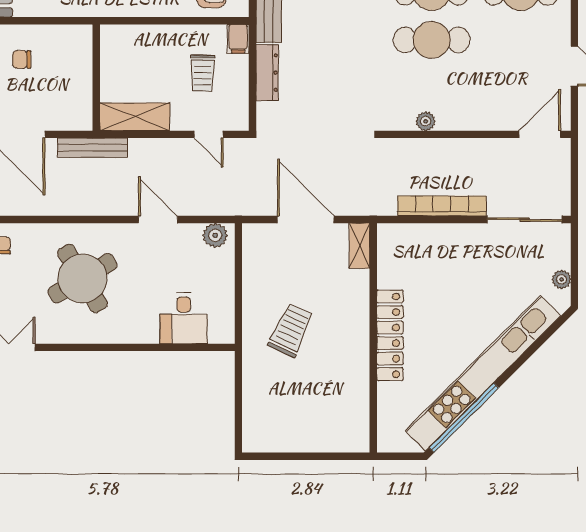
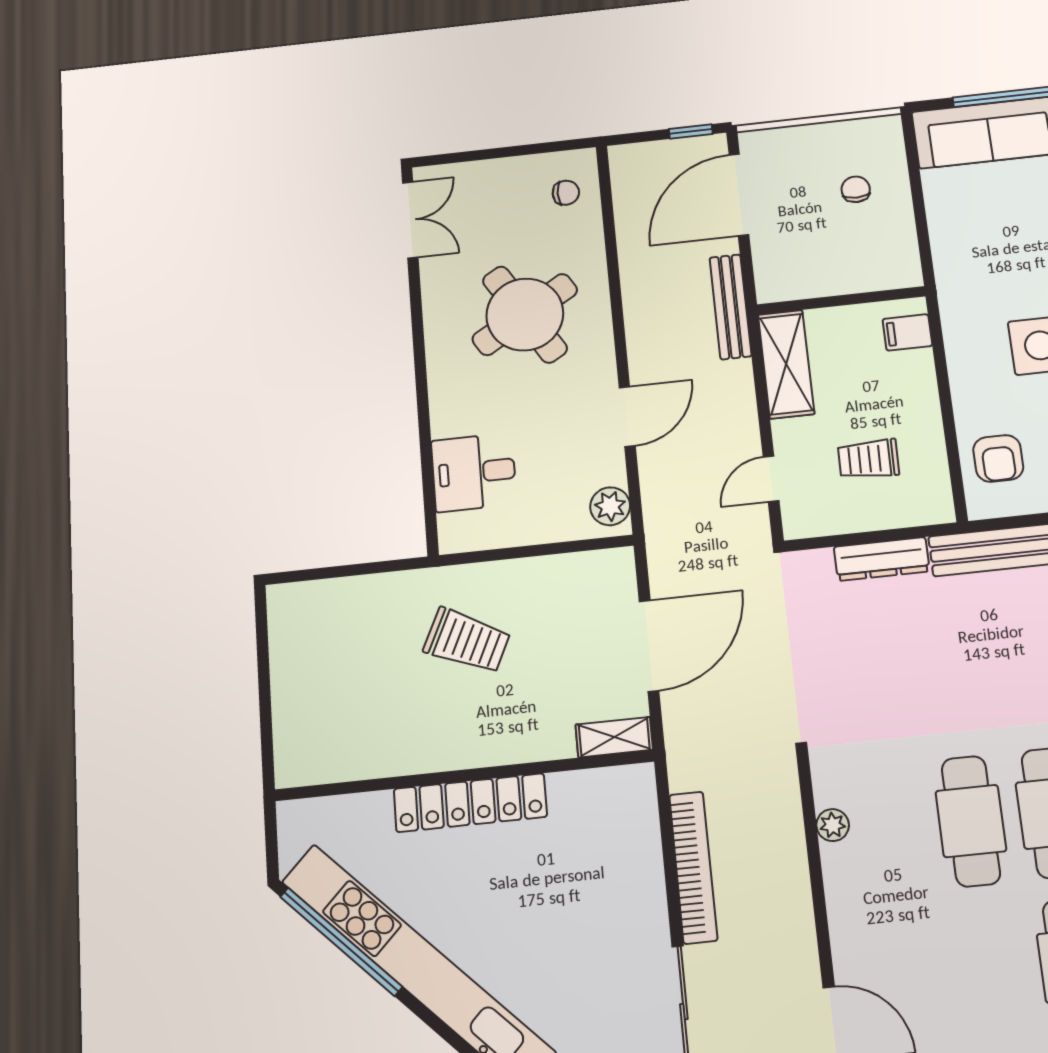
filing cabinet: (238, 39) -> (907, 332), moved

